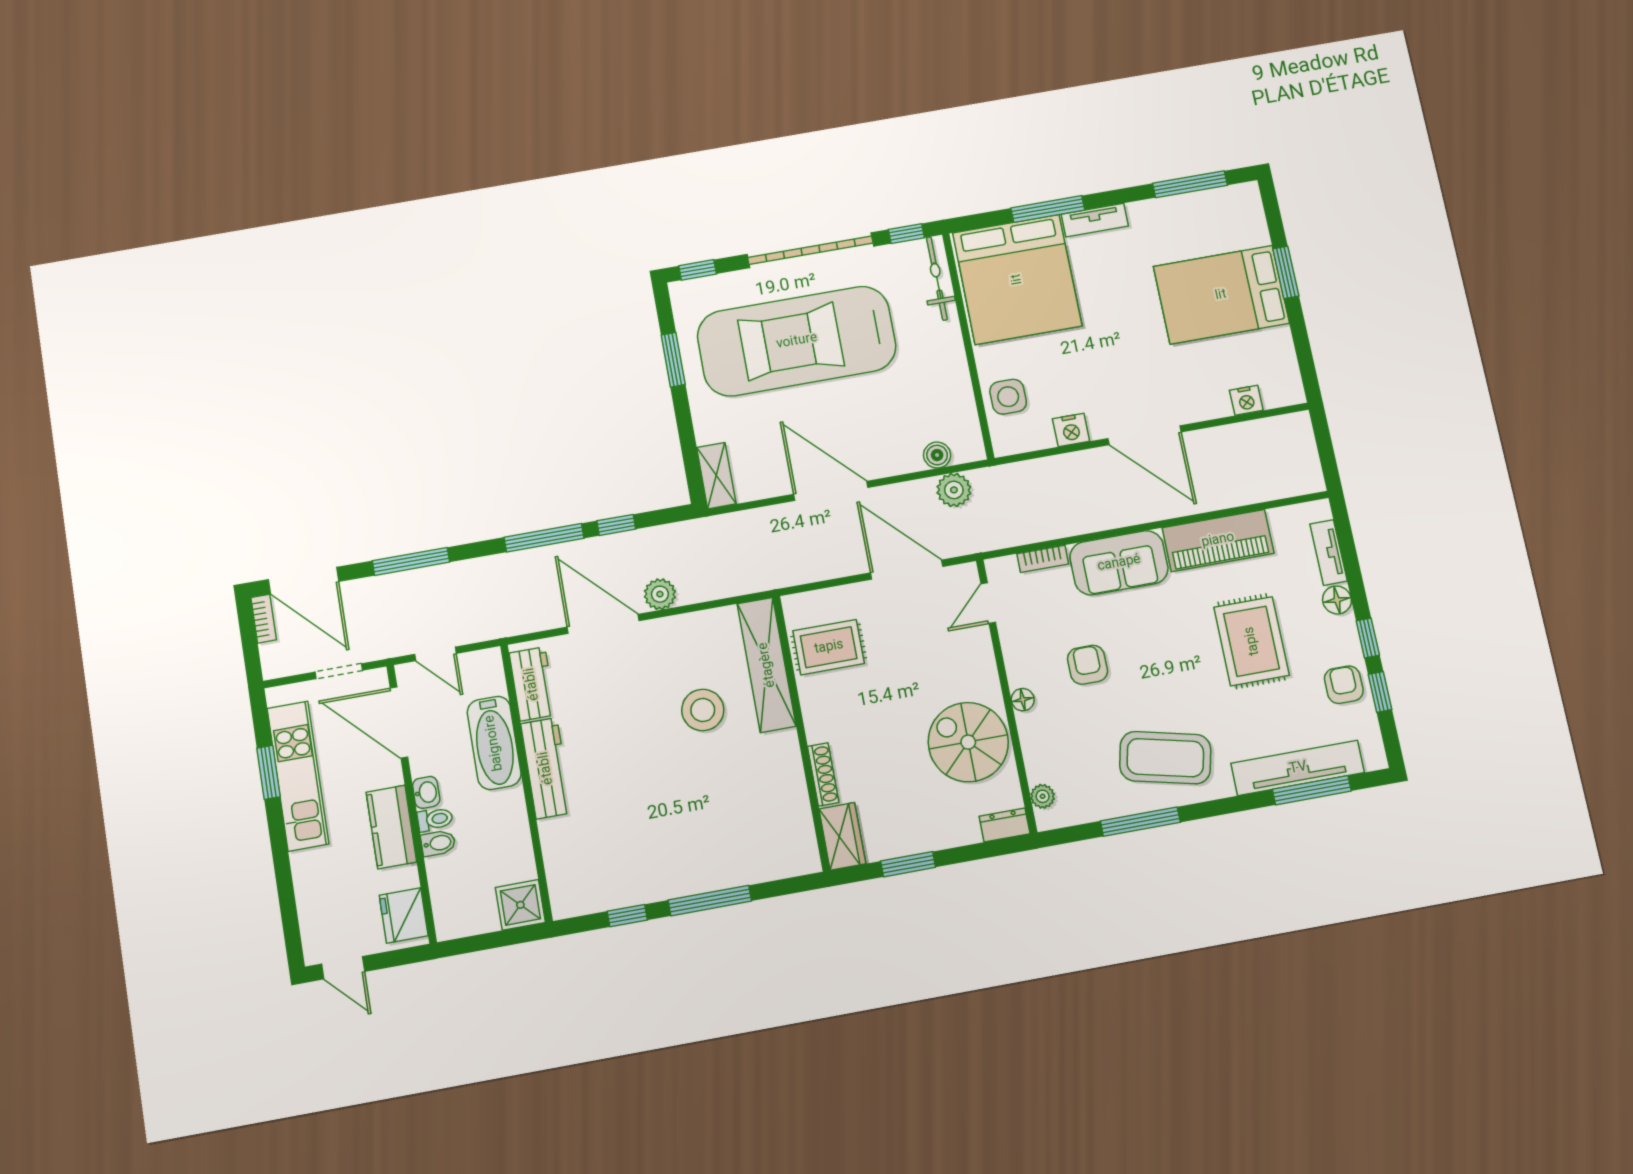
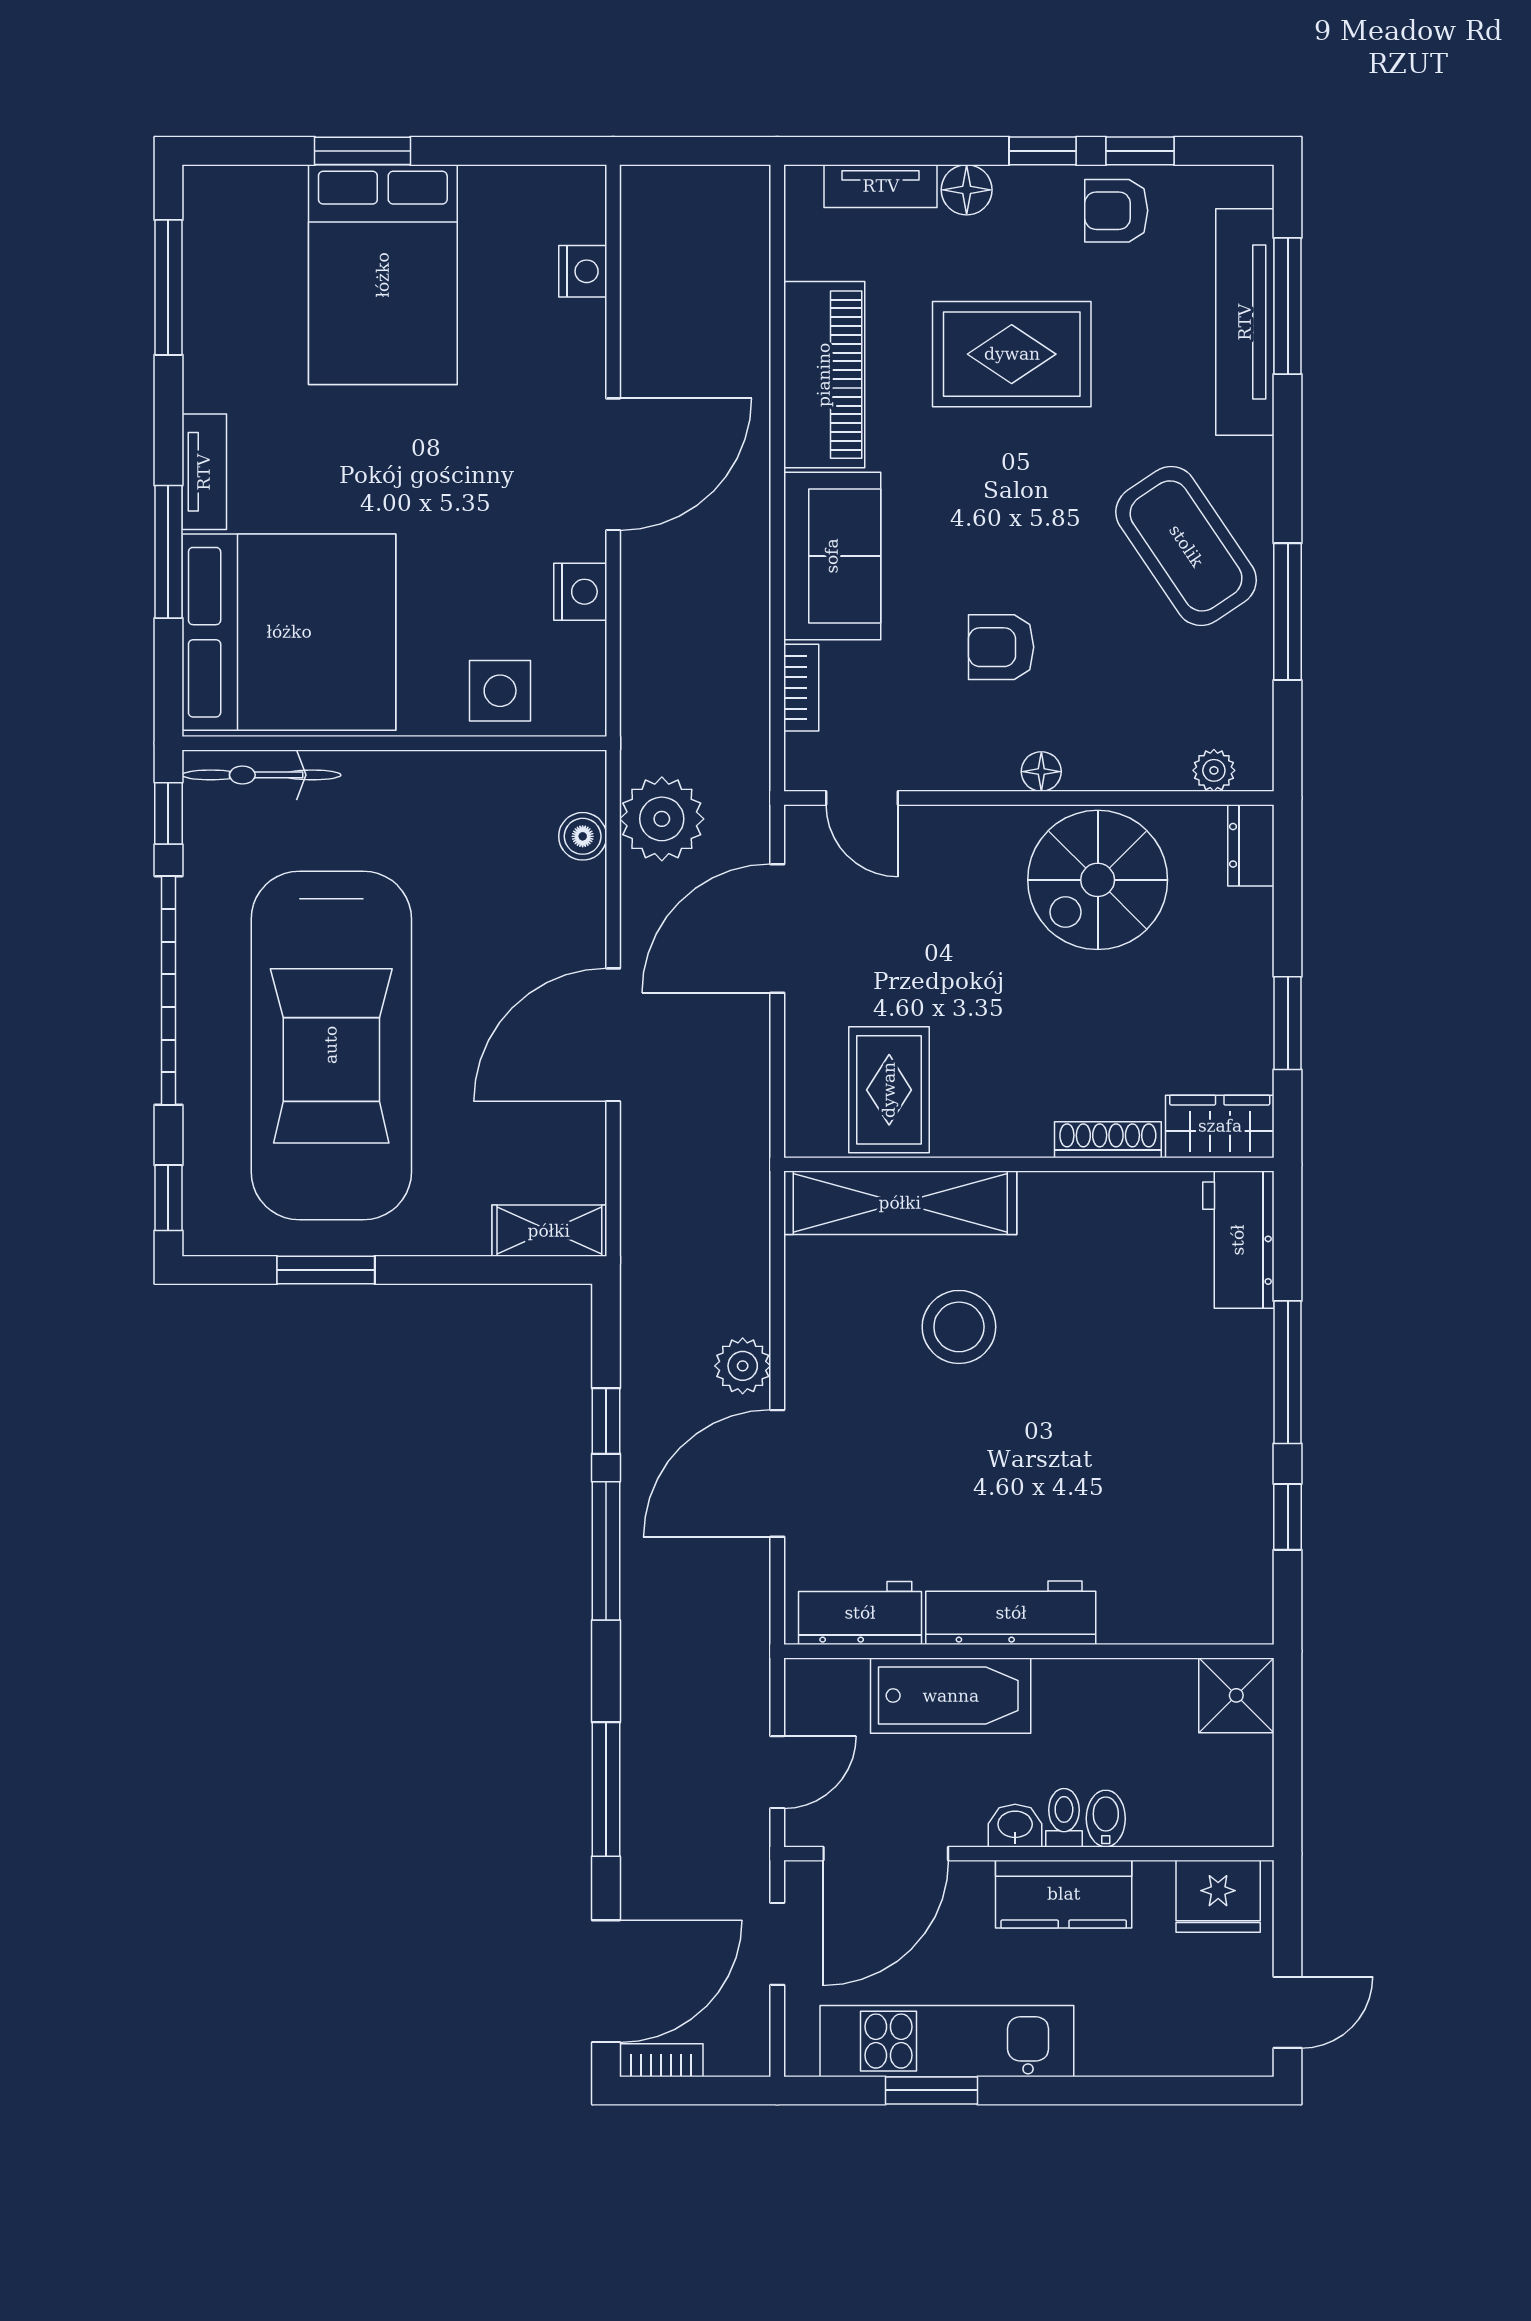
plant: (954, 490) -> (662, 819), width x1.36, depth x1.36
coffee table: (1165, 758) -> (1186, 546), turned -47
workbench: (780, 859) -> (1238, 1240), added

